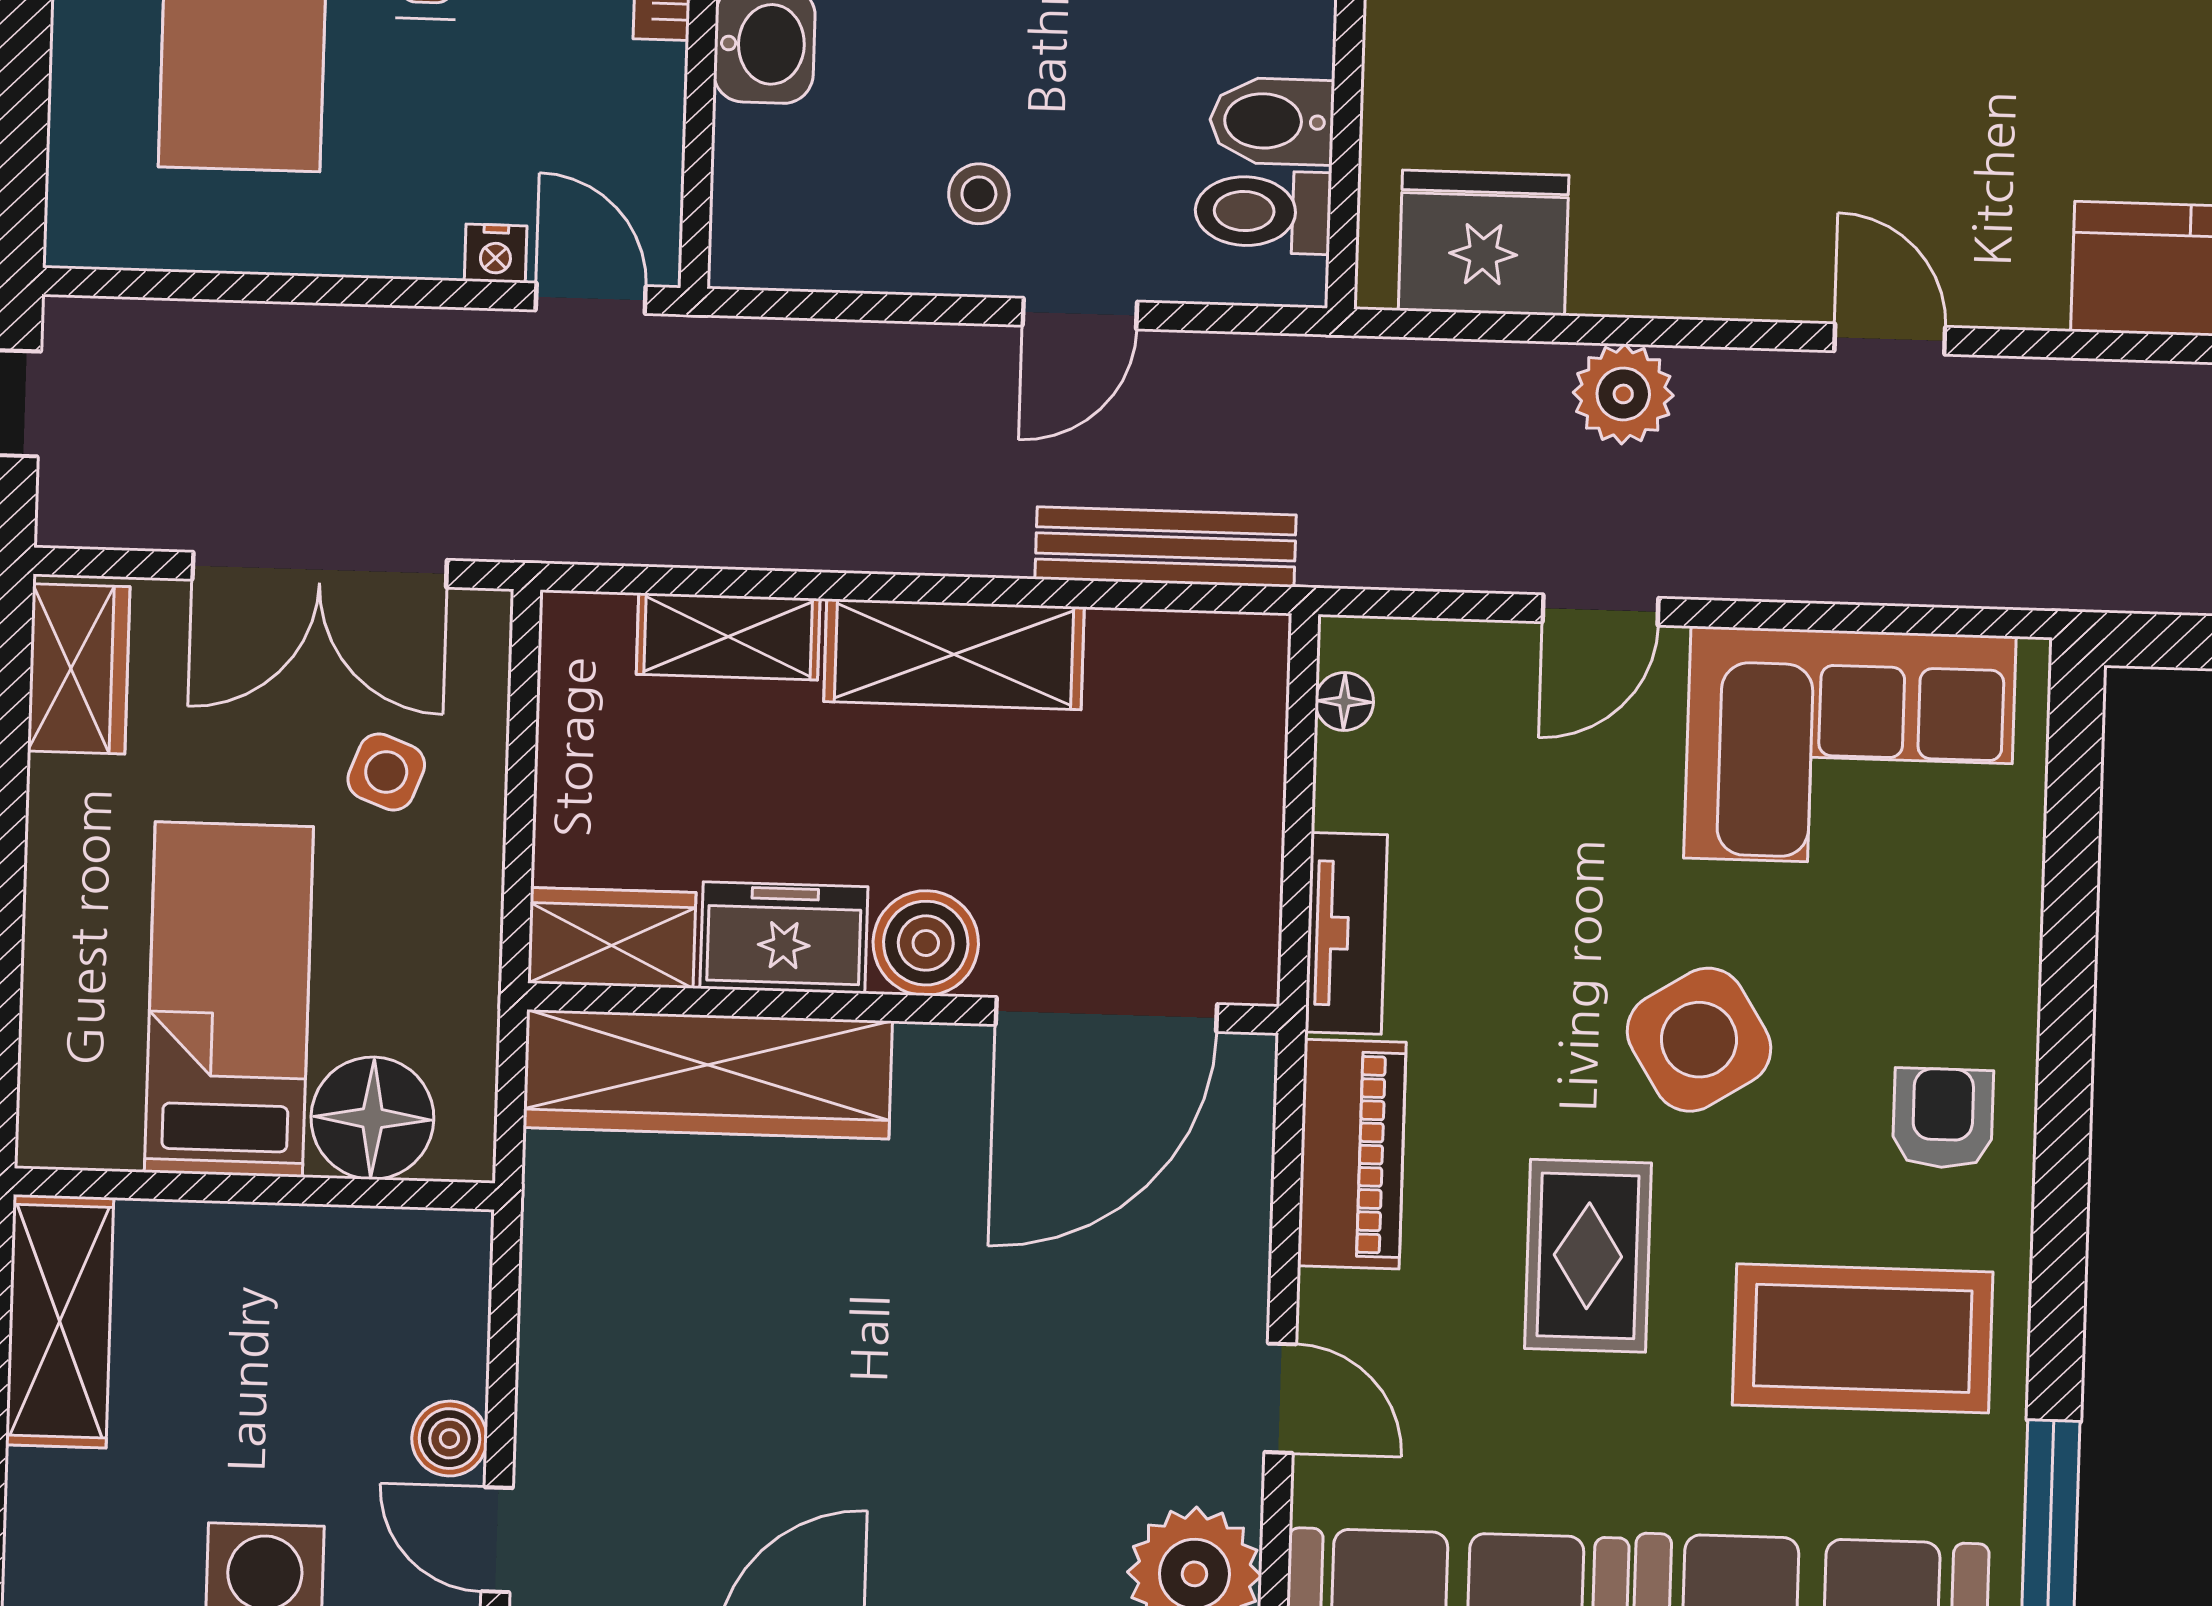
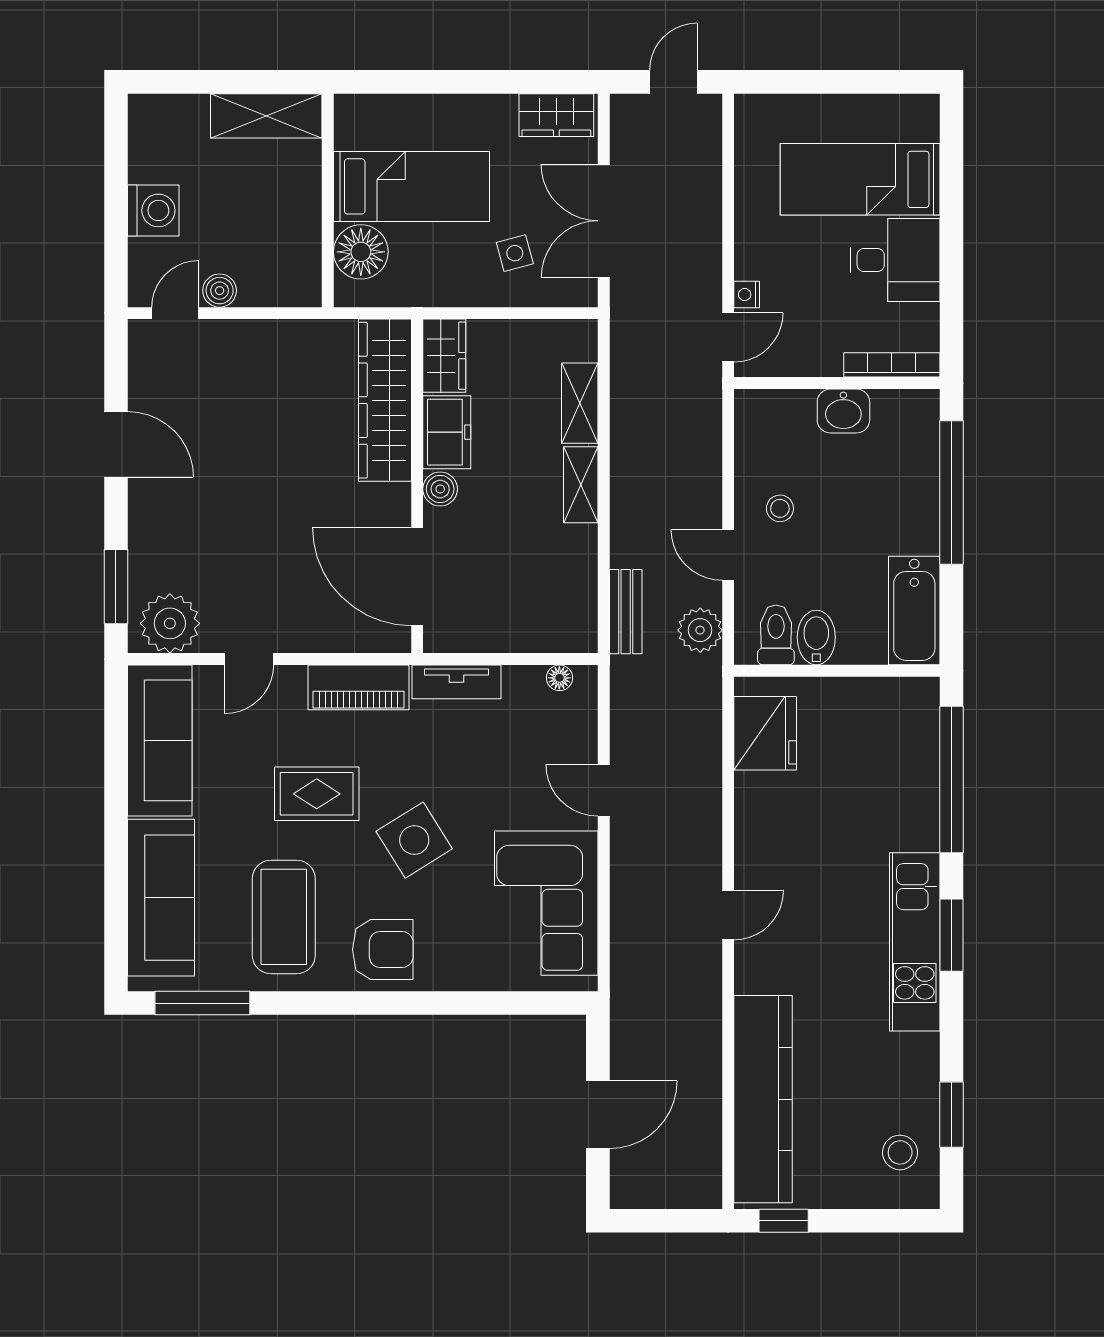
plant: (1623, 394) -> (700, 630), moved
bench: (1166, 547) -> (626, 612), width x0.73
shelving: (954, 654) -> (581, 485), width x0.67, depth x0.75
side table: (386, 772) -> (515, 253), turned -36
boiler: (926, 943) -> (440, 489), width x0.73, depth x0.73
armchair: (1943, 1118) -> (383, 950), width x1.38, depth x1.38

